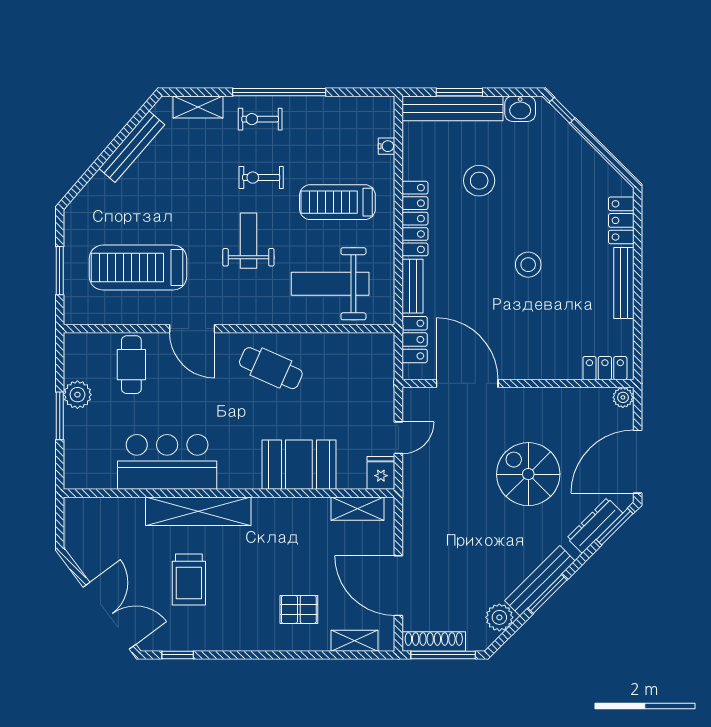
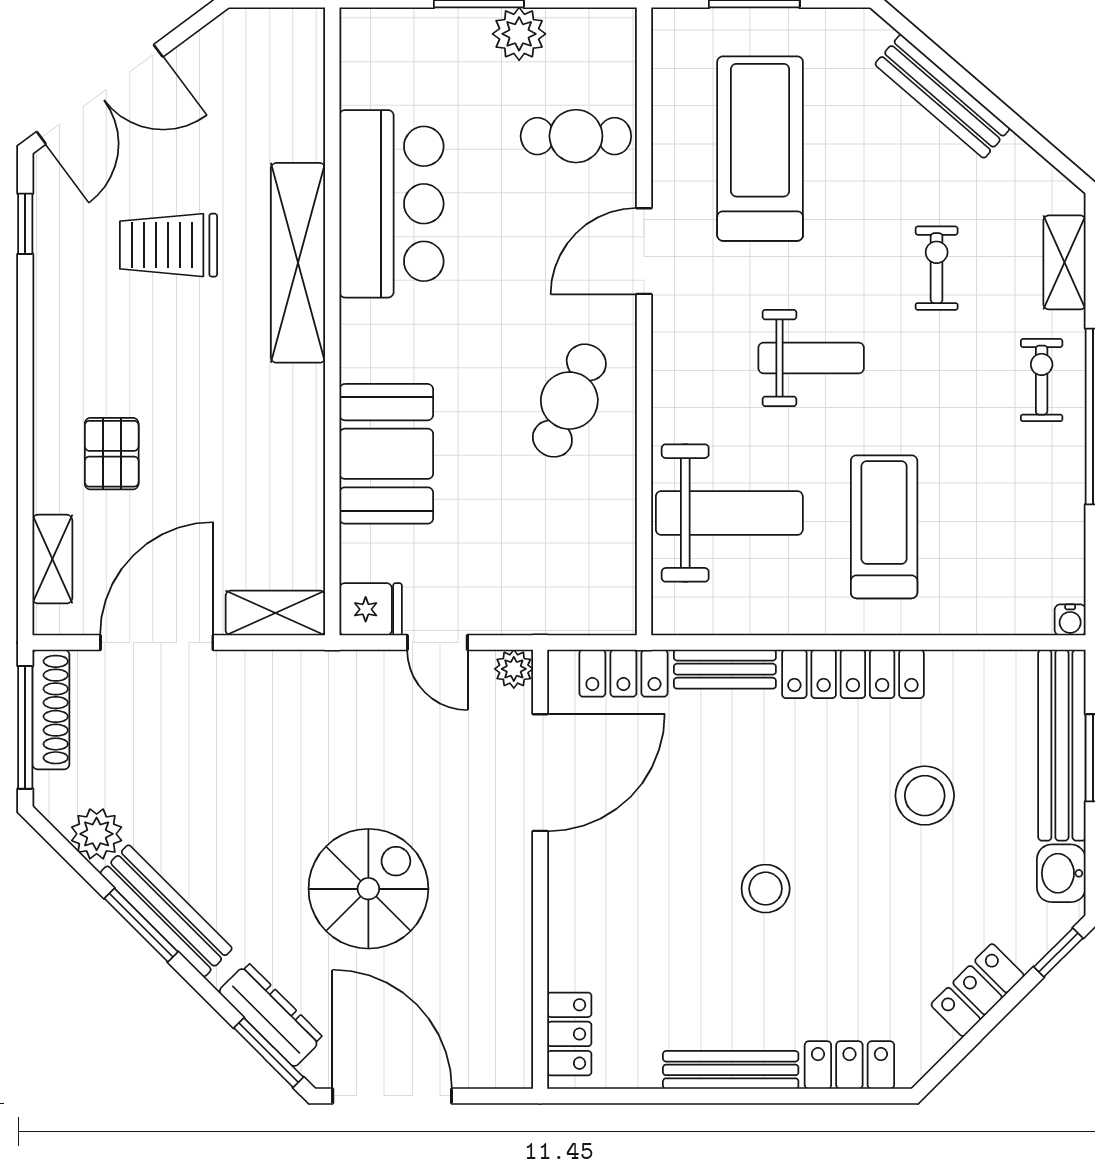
water cooler: (387, 146) -> (1070, 620), moved
bench: (132, 147) -> (942, 96), moved
locker: (582, 153) -> (978, 990), added
exercise bike: (261, 178) -> (937, 268), moved
weight bench: (330, 284) -> (729, 513), turned 90
plant: (623, 397) -> (514, 669), moved
shelving: (358, 509) -> (275, 613), moved, turned 90

